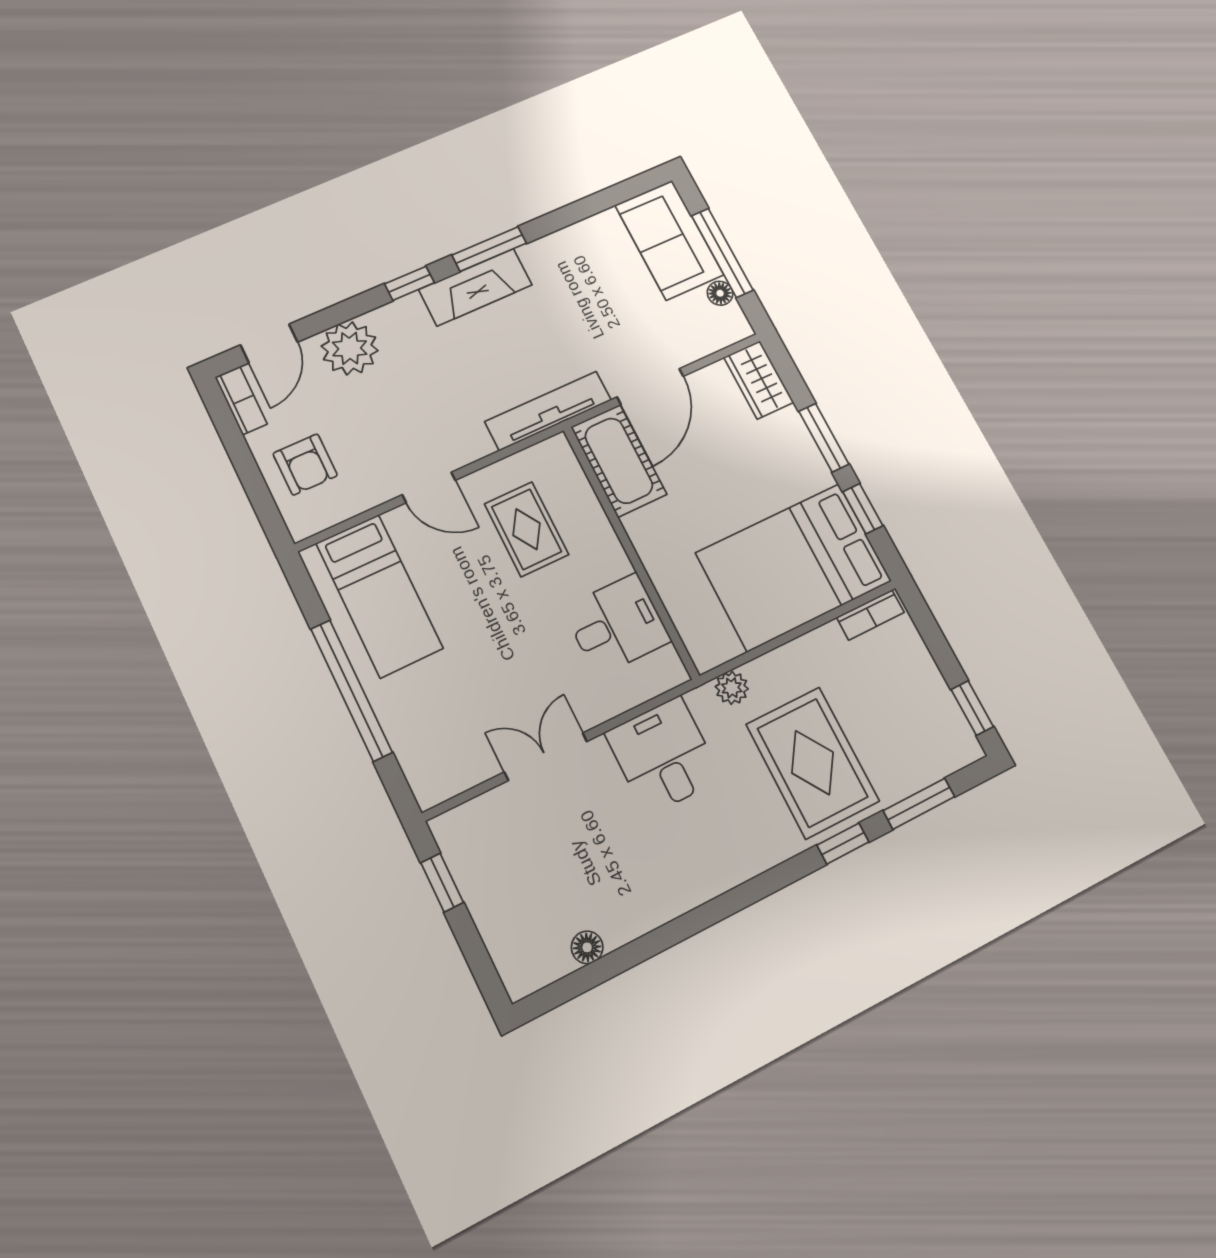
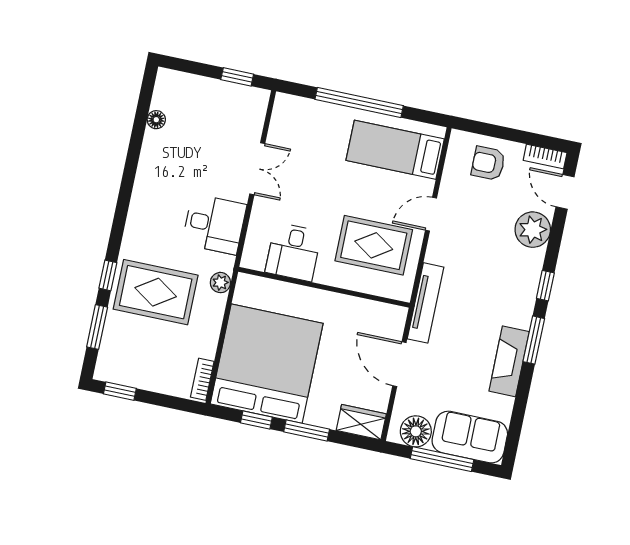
fireplace: (475, 287) -> (509, 361), moved
floor lamp: (720, 293) -> (416, 431), width x1.89, depth x1.89
cot: (619, 461) -> (373, 318), removed
rug: (526, 529) -> (374, 245), width x1.36, depth x1.43
bed: (794, 567) -> (267, 364), width x1.36

